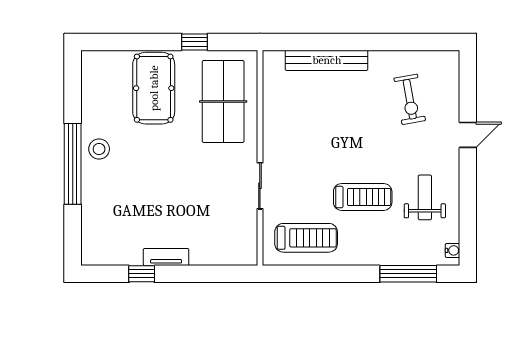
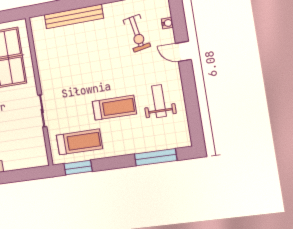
door: (468, 135) -> (183, 51), swing flipped
water cooler: (453, 250) -> (167, 23), moved
window: (298, 274) -> (78, 168), added

